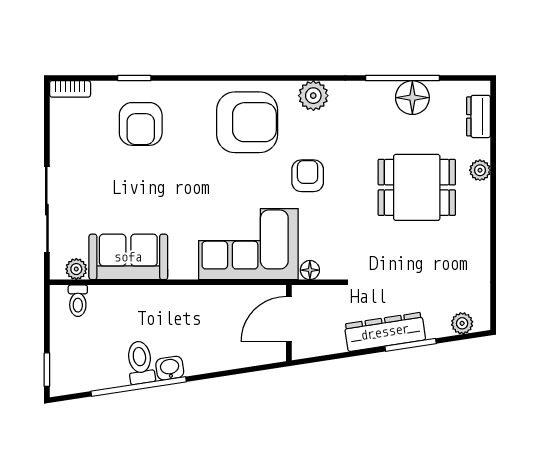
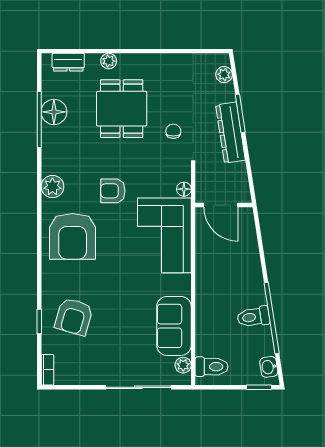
armchair: (247, 122) -> (73, 236), turned 180
armchair: (141, 124) -> (74, 317), turned 106
chair: (387, 256) -> (173, 131), added
toilet: (78, 301) -> (212, 367), width x1.37, depth x1.39
washbasin: (170, 368) -> (269, 367), moved

